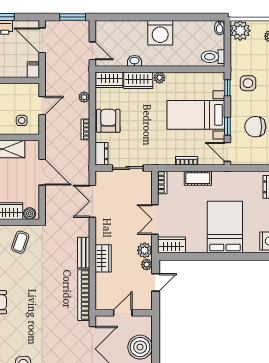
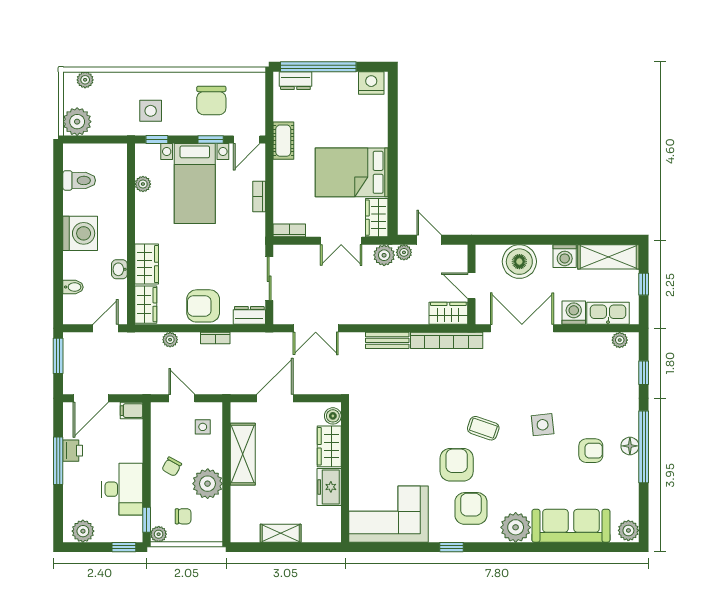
bidet: (220, 28) -> (73, 287), moved
toilet: (213, 57) -> (79, 180), moved, turned -90
plant: (160, 78) -> (143, 184), moved
cot: (198, 178) -> (283, 141), moved
bed: (225, 227) -> (352, 172), moved
coffee table: (20, 242) -> (483, 428), moved
wardrobe: (103, 258) -> (448, 313), moved

